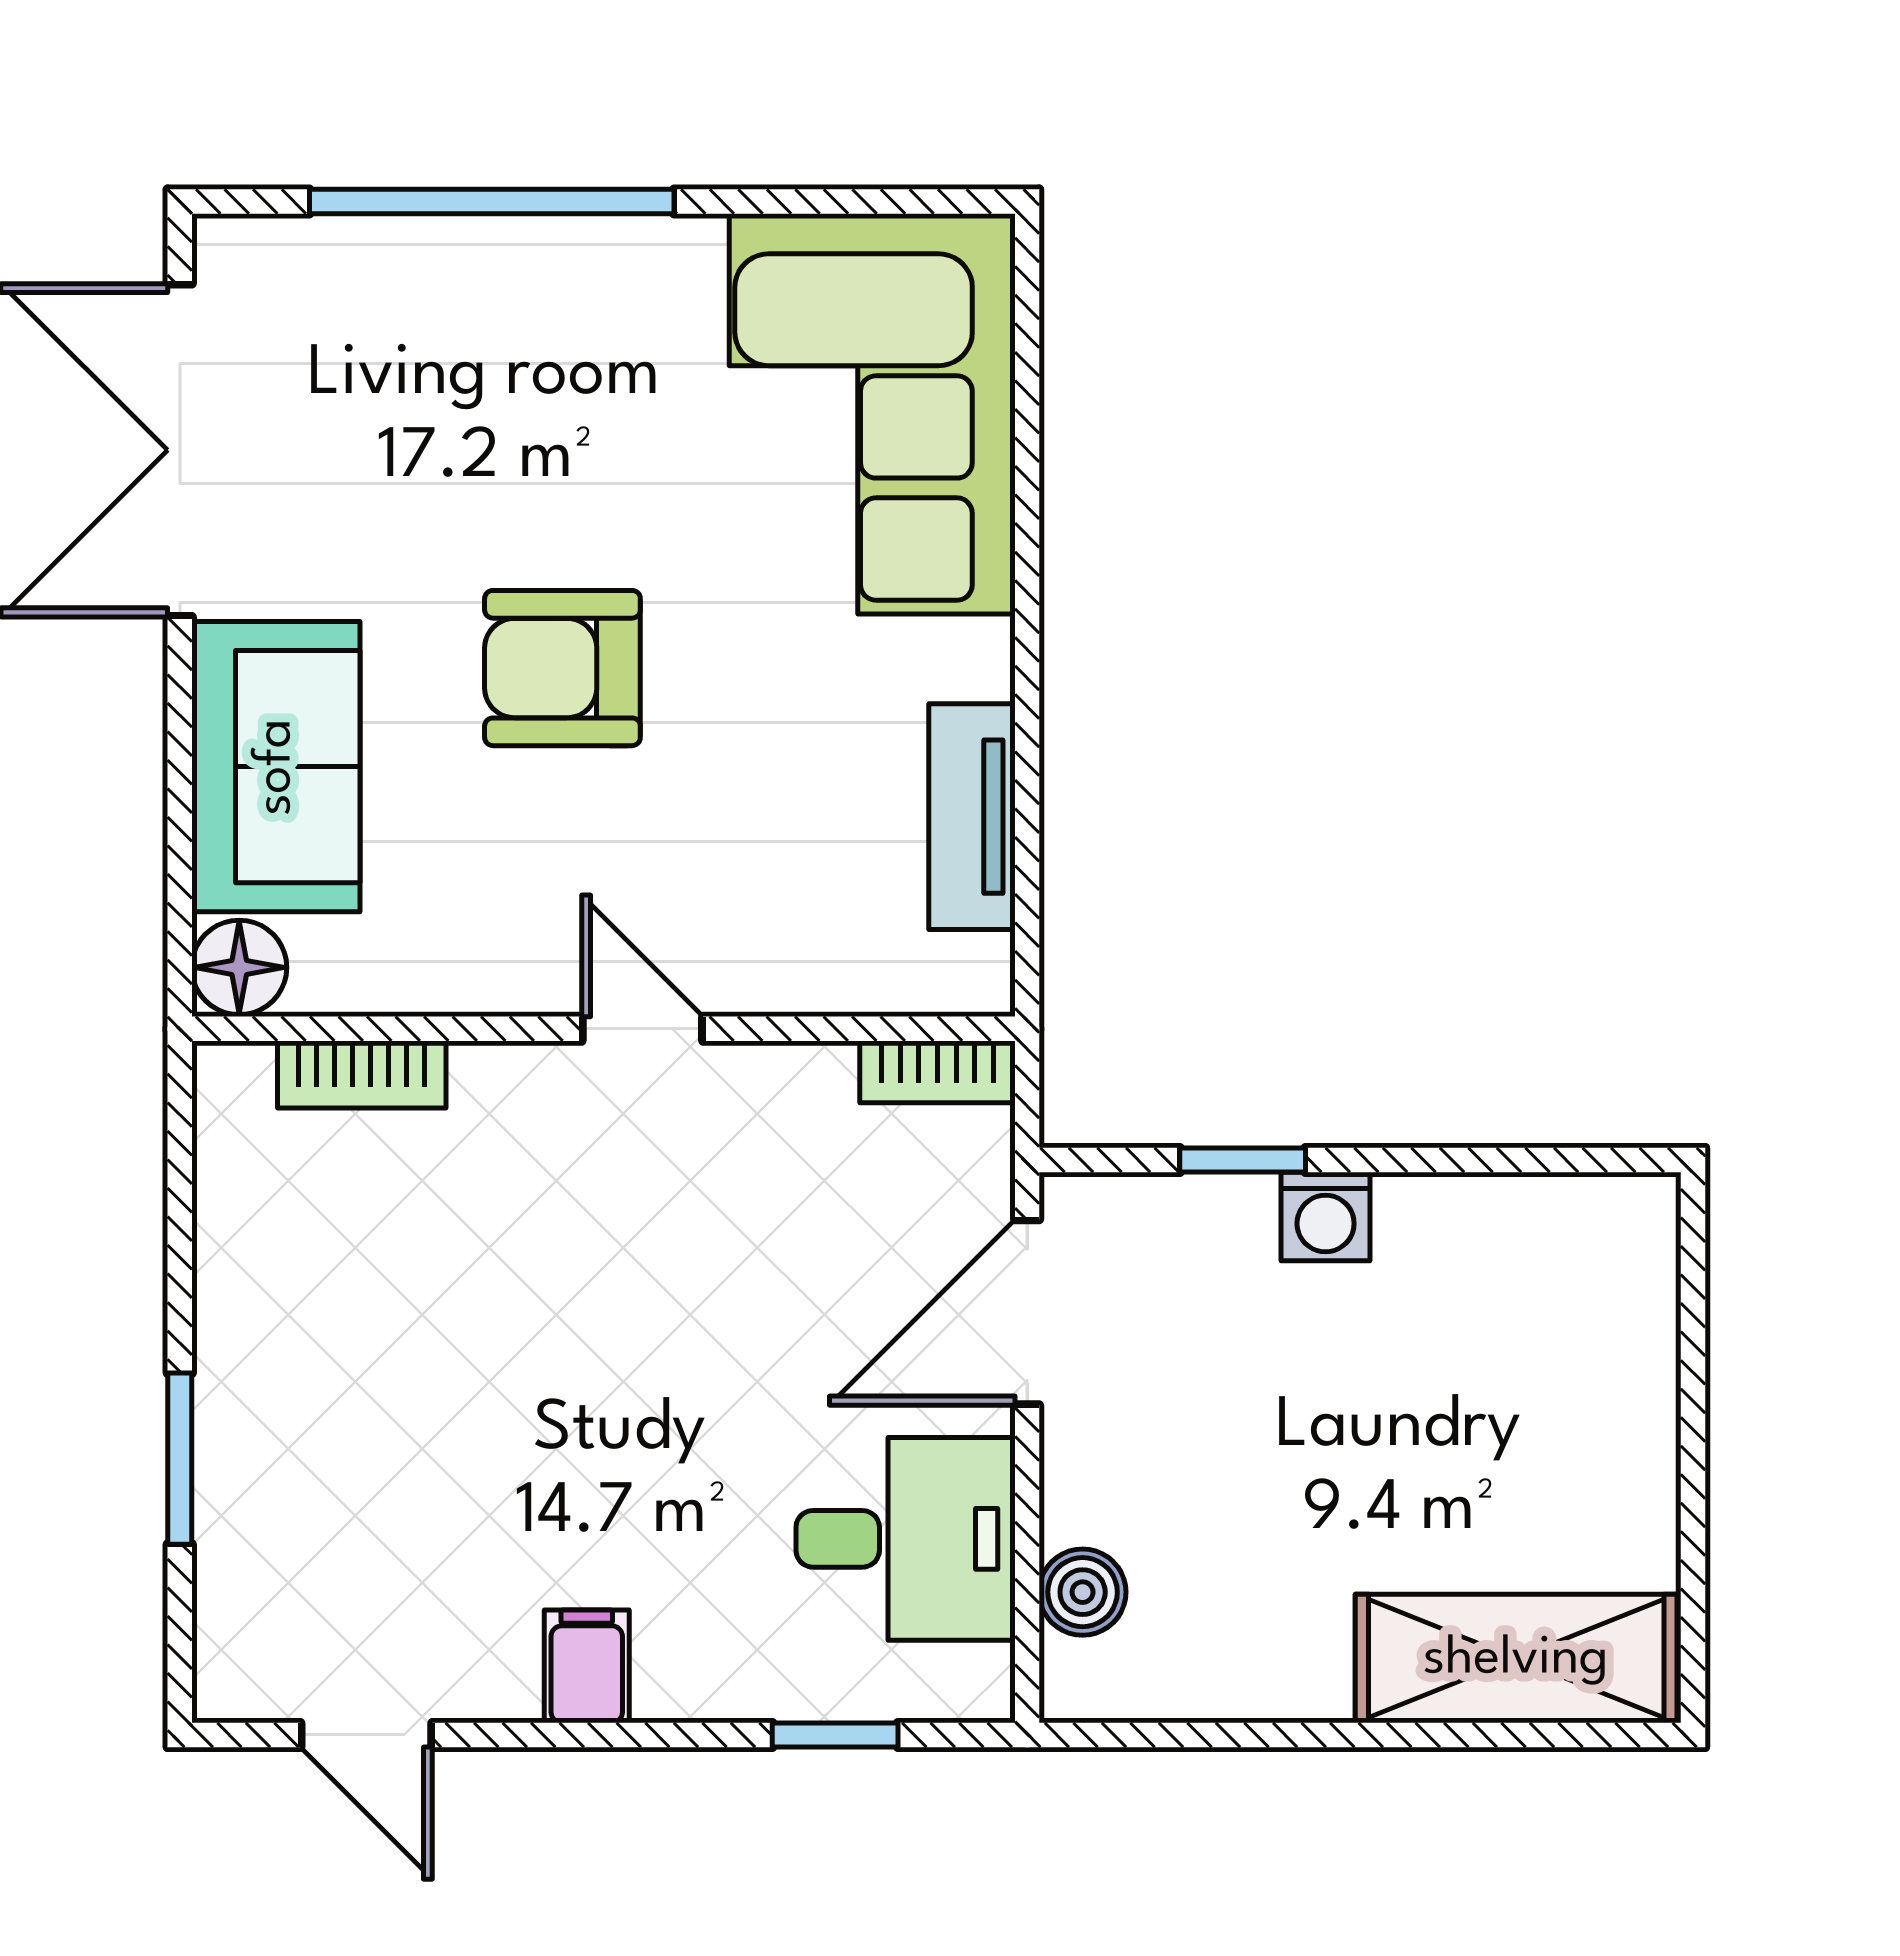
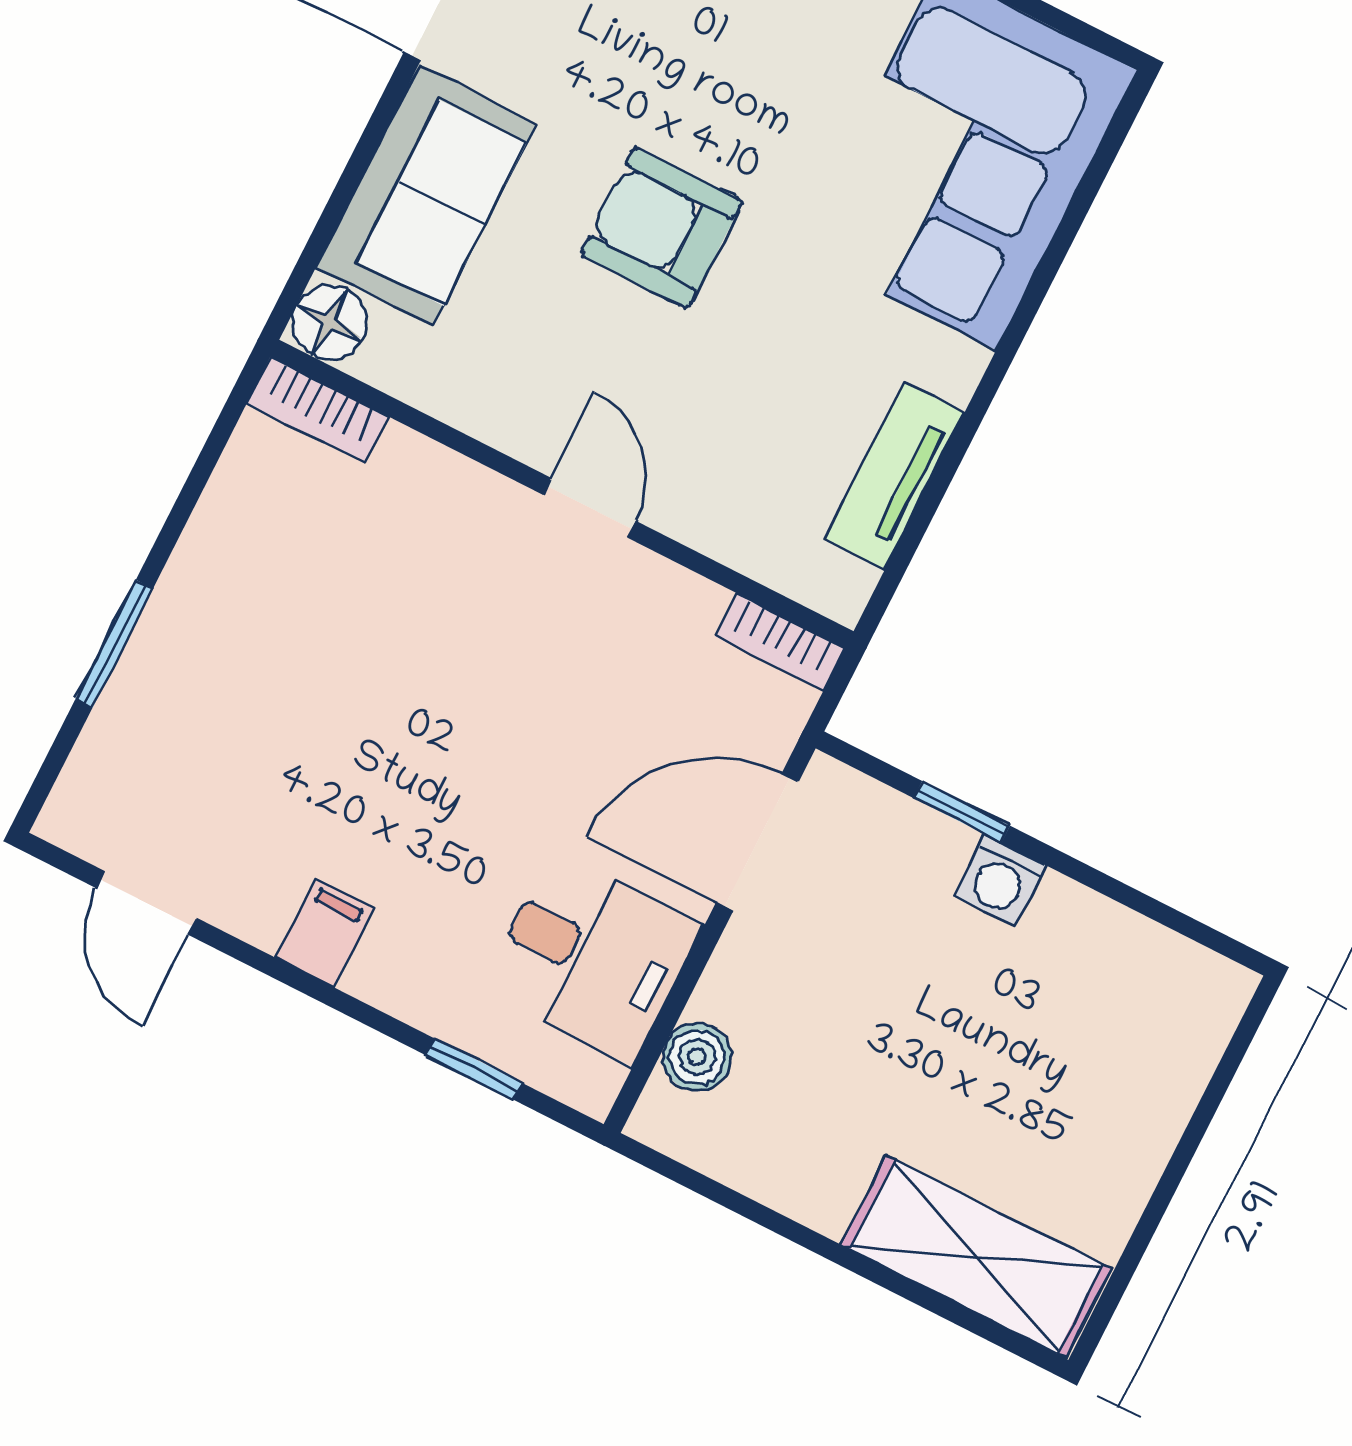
bookcase: (362, 1075) -> (317, 410), moved

